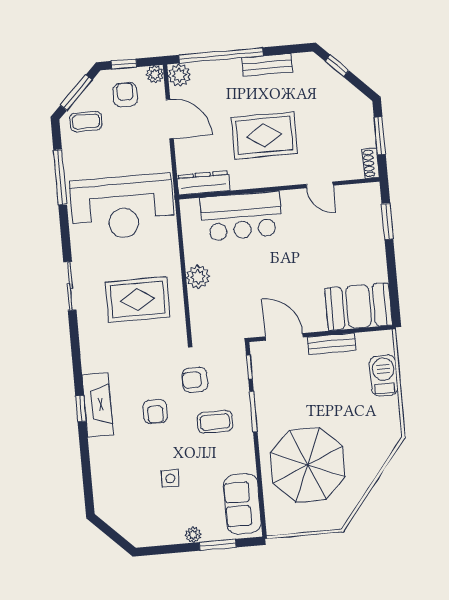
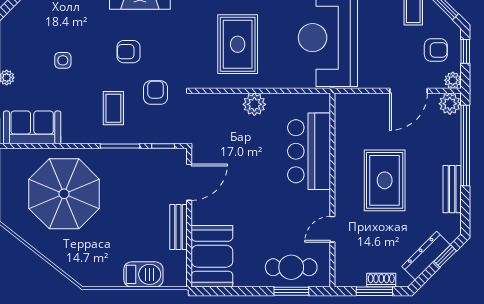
shoe rack: (371, 163) -> (381, 280), moved
dresser: (204, 183) -> (426, 256), moved, turned -135
cafe table: (363, 224) -> (291, 267), added

